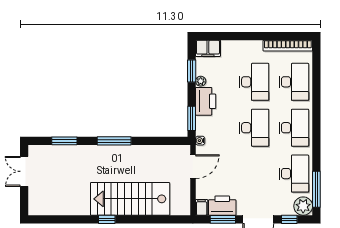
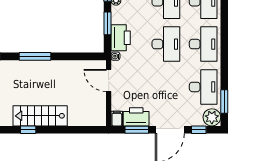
printer: (206, 101) -> (121, 38), moved
window: (192, 118) -> (107, 23), moved
door: (193, 167) -> (109, 80), swing flipped
window: (316, 189) -> (224, 102), width x0.69
stairs: (130, 199) -> (40, 116), width x0.73, depth x0.66

